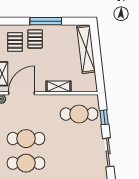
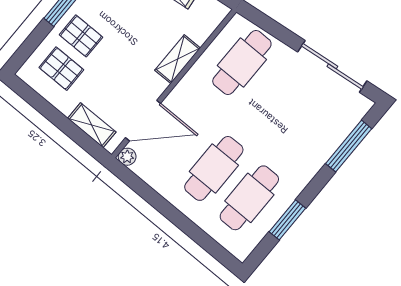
door: (22, 93) -> (143, 121), swing flipped
window: (104, 117) -> (277, 30), removed
sliding door: (108, 152) -> (332, 66), width x1.37

